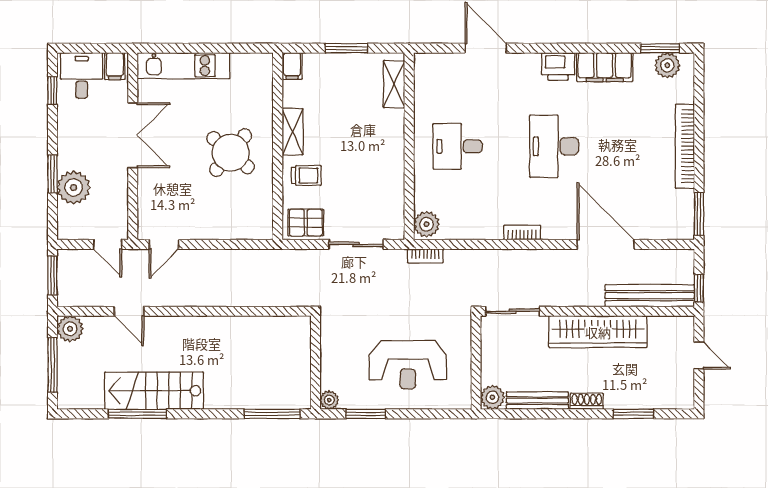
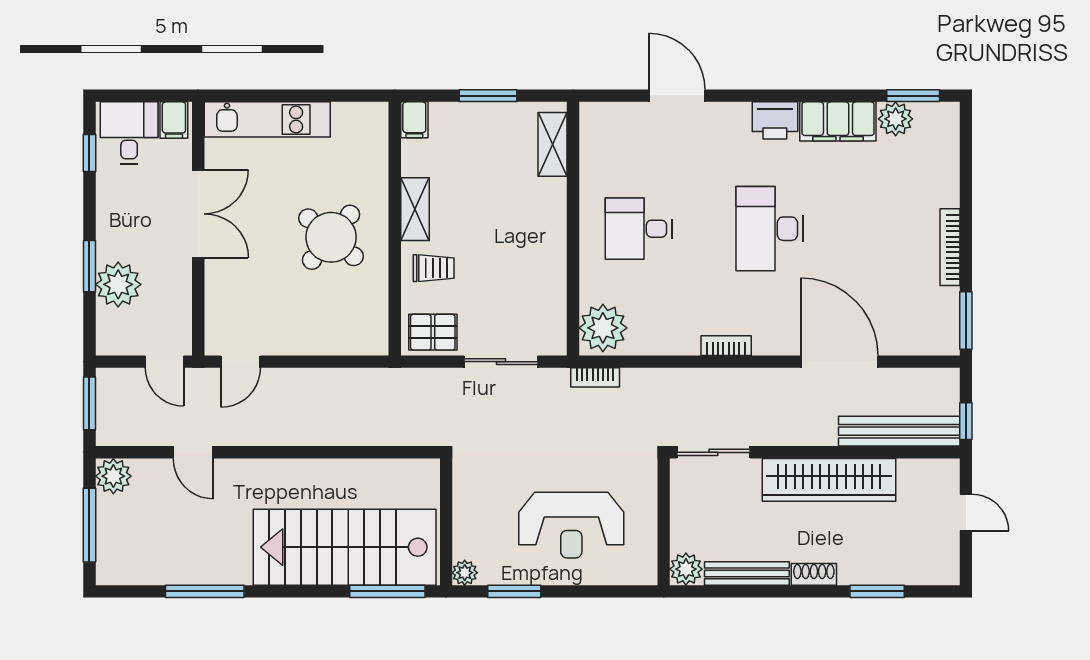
plant: (667, 65) -> (896, 119), moved
bookcase: (685, 146) -> (950, 247), width x0.68, depth x0.76
plant: (427, 224) -> (603, 328), width x1.36, depth x1.36
stairs: (154, 391) -> (345, 547), moved, width x1.36, depth x1.51

